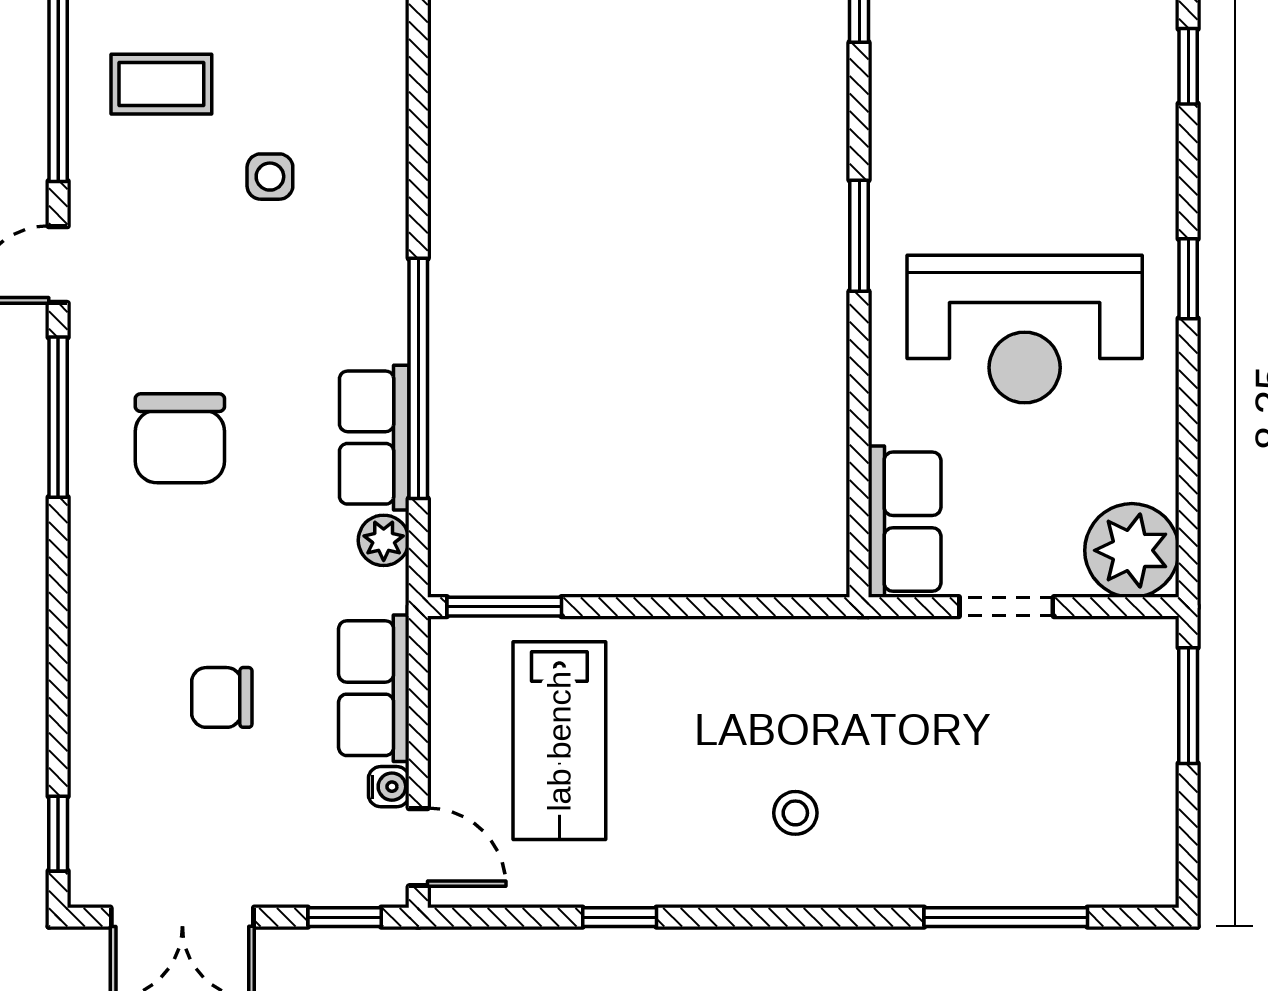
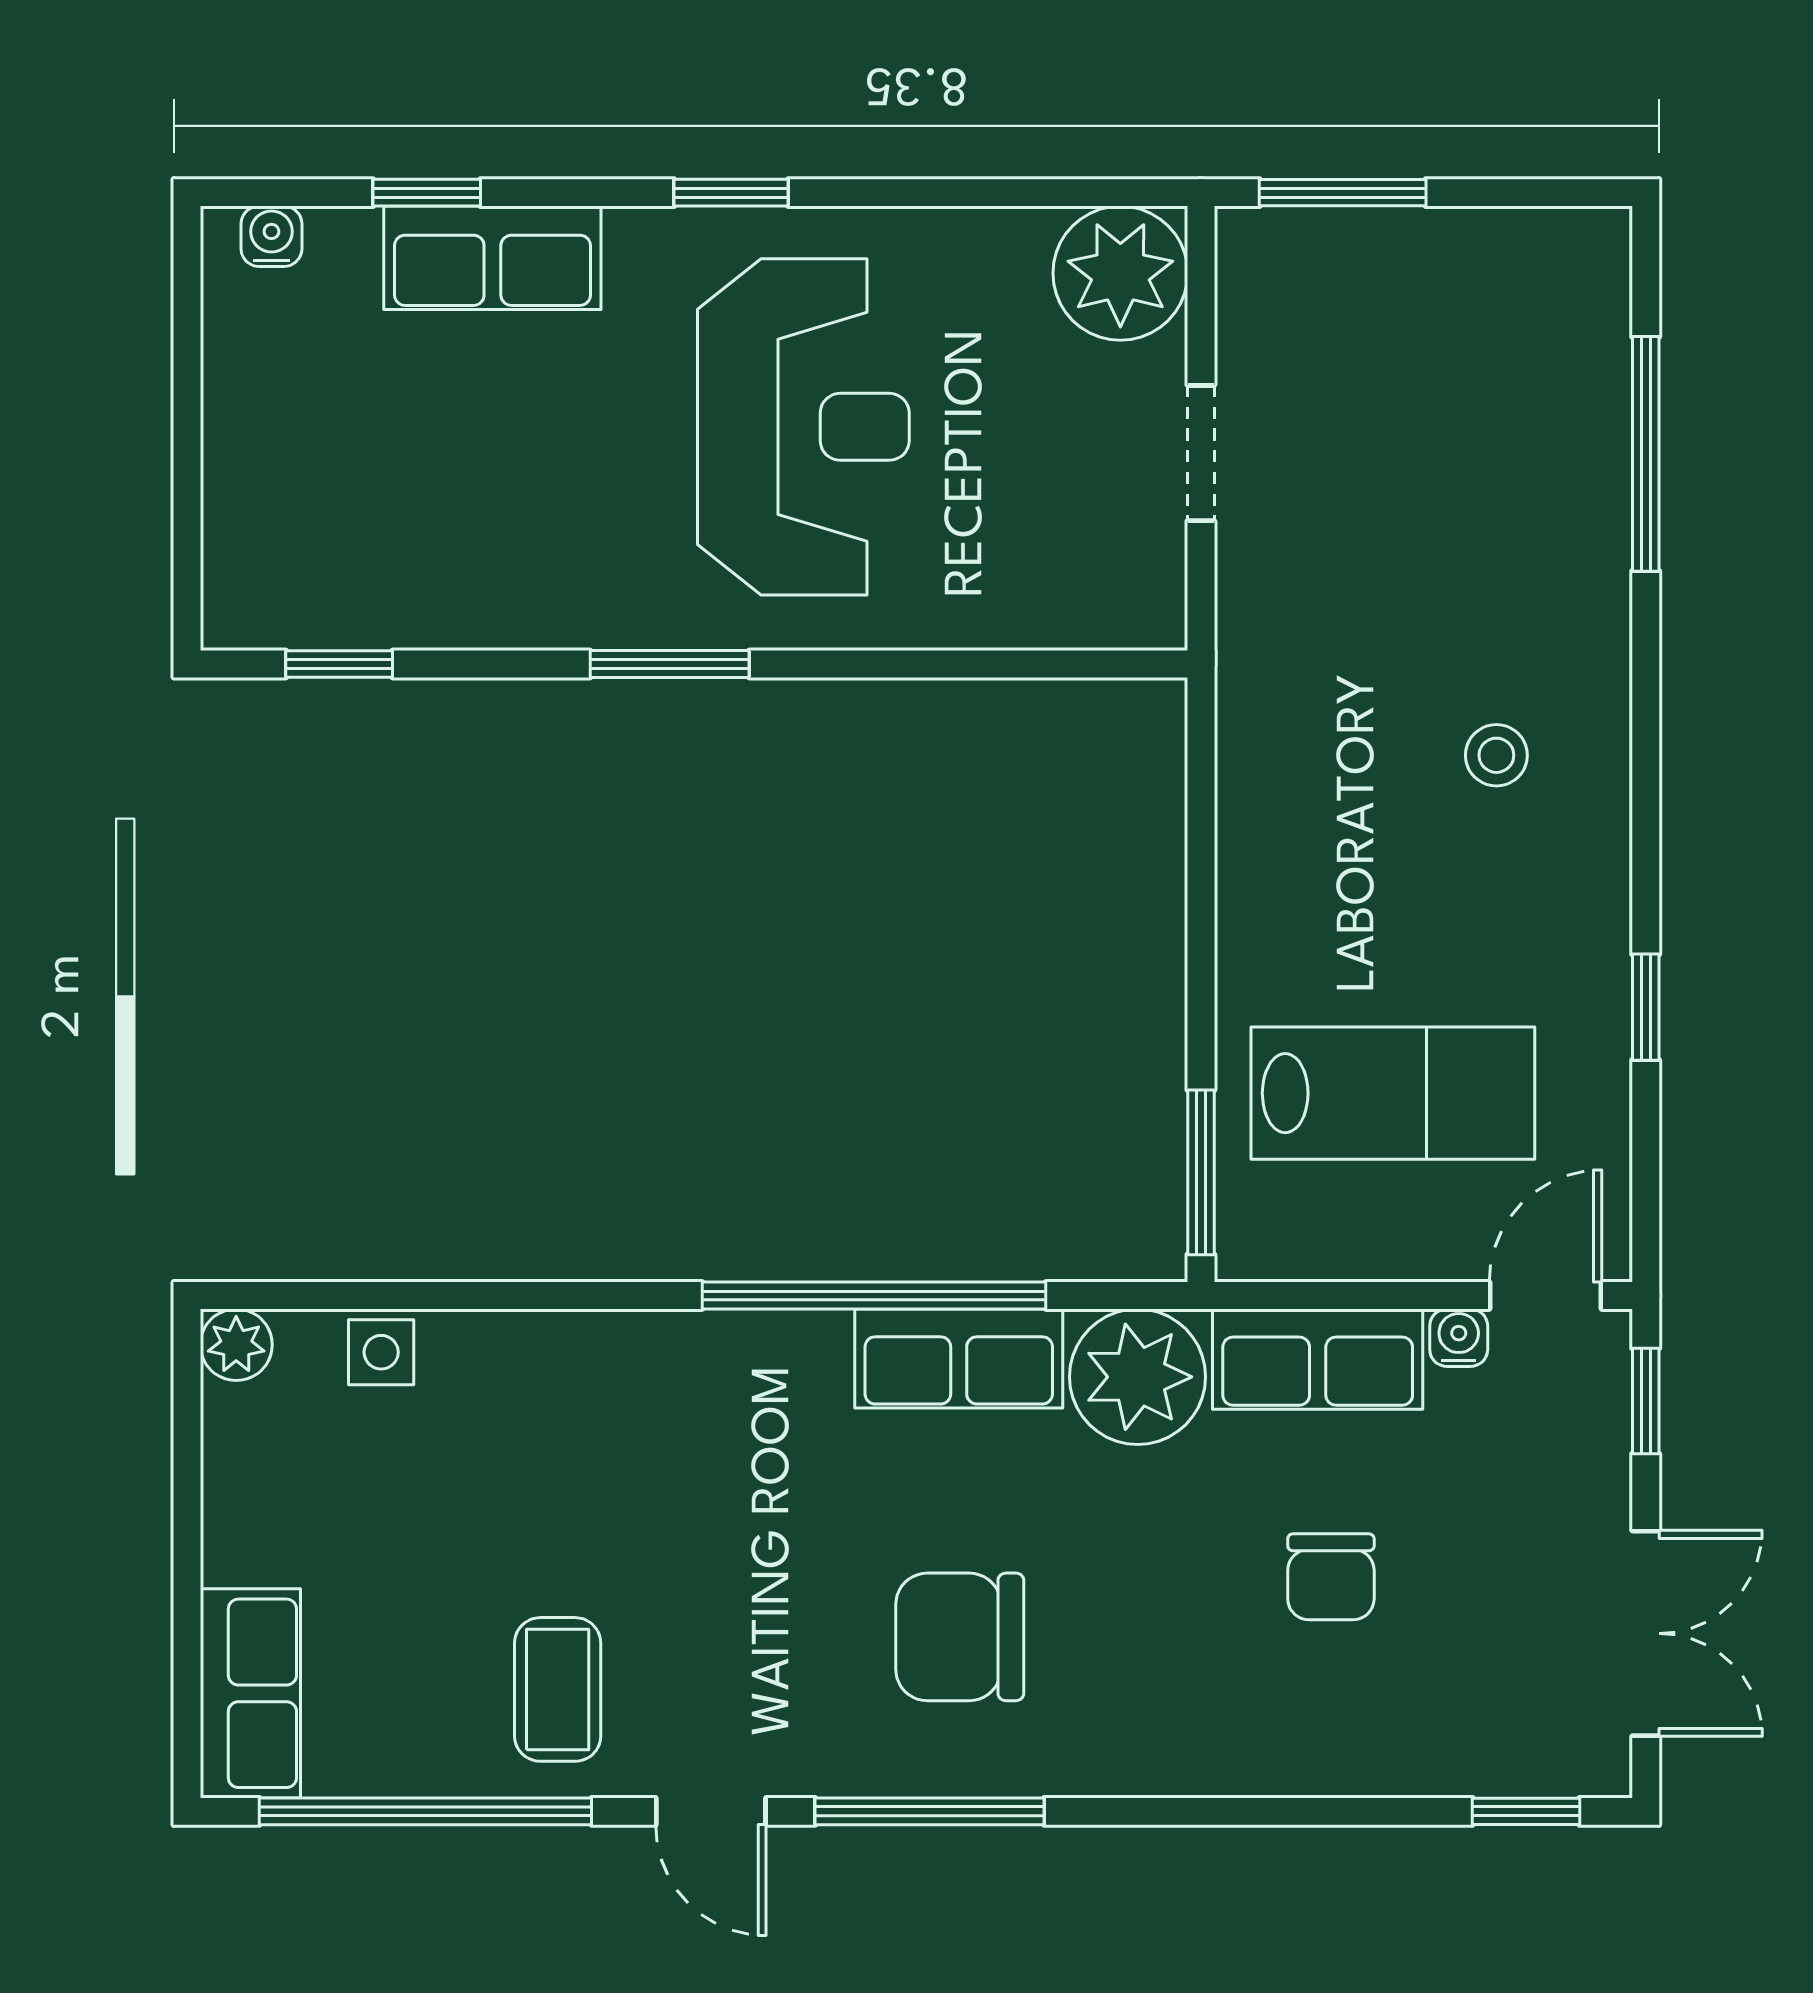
coffee table: (161, 84) -> (558, 1689), moved
side table: (270, 177) -> (381, 1352), moved
chair: (180, 438) -> (960, 1637), turned 180
row of seats: (905, 522) -> (492, 258), moved, turned 180
plant: (384, 540) -> (1138, 1377), width x1.88, depth x1.88

